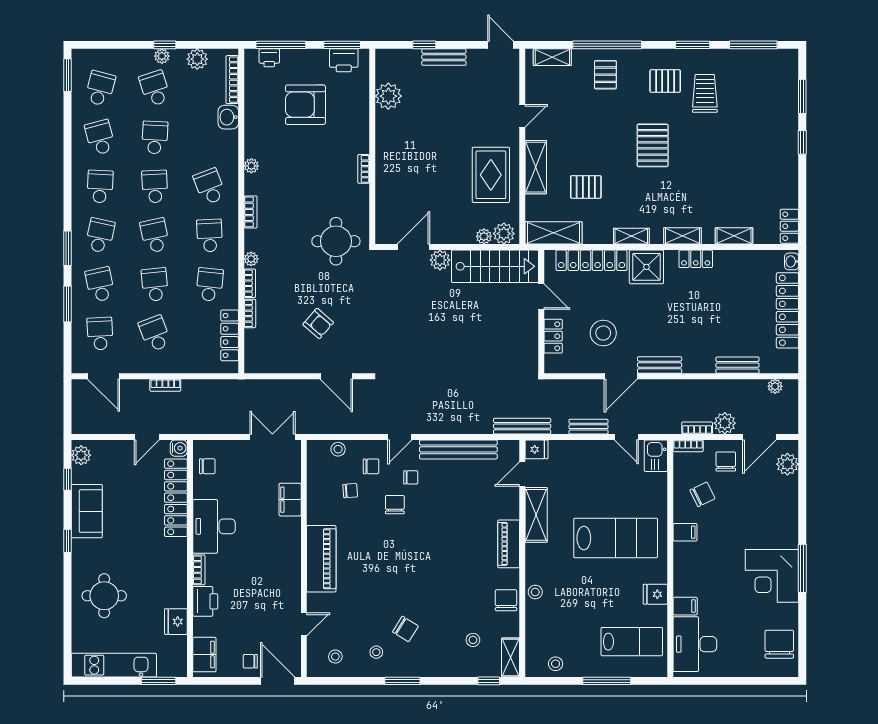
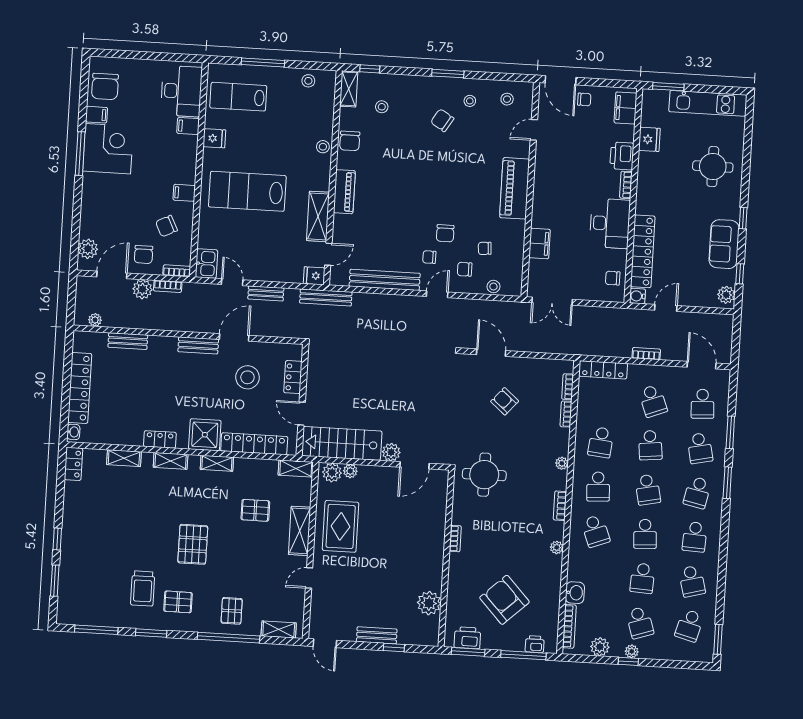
armchair: (305, 105) -> (504, 600), turned -133
shelving: (553, 233) -> (296, 468), width x0.67, depth x0.75
bookcase: (250, 283) -> (568, 387), moved
locker: (230, 335) -> (603, 370), moved, turned 90
filing cabinet: (787, 613) -> (97, 115), added

